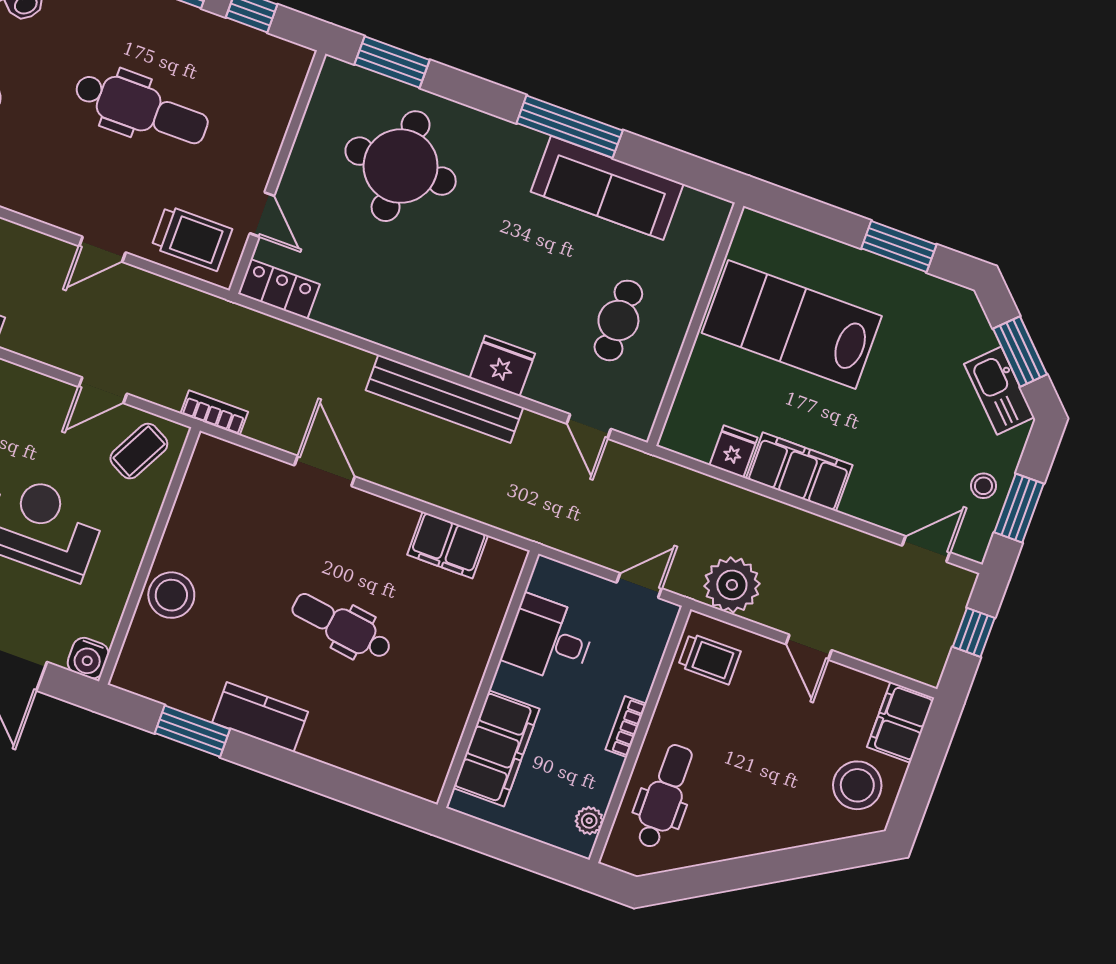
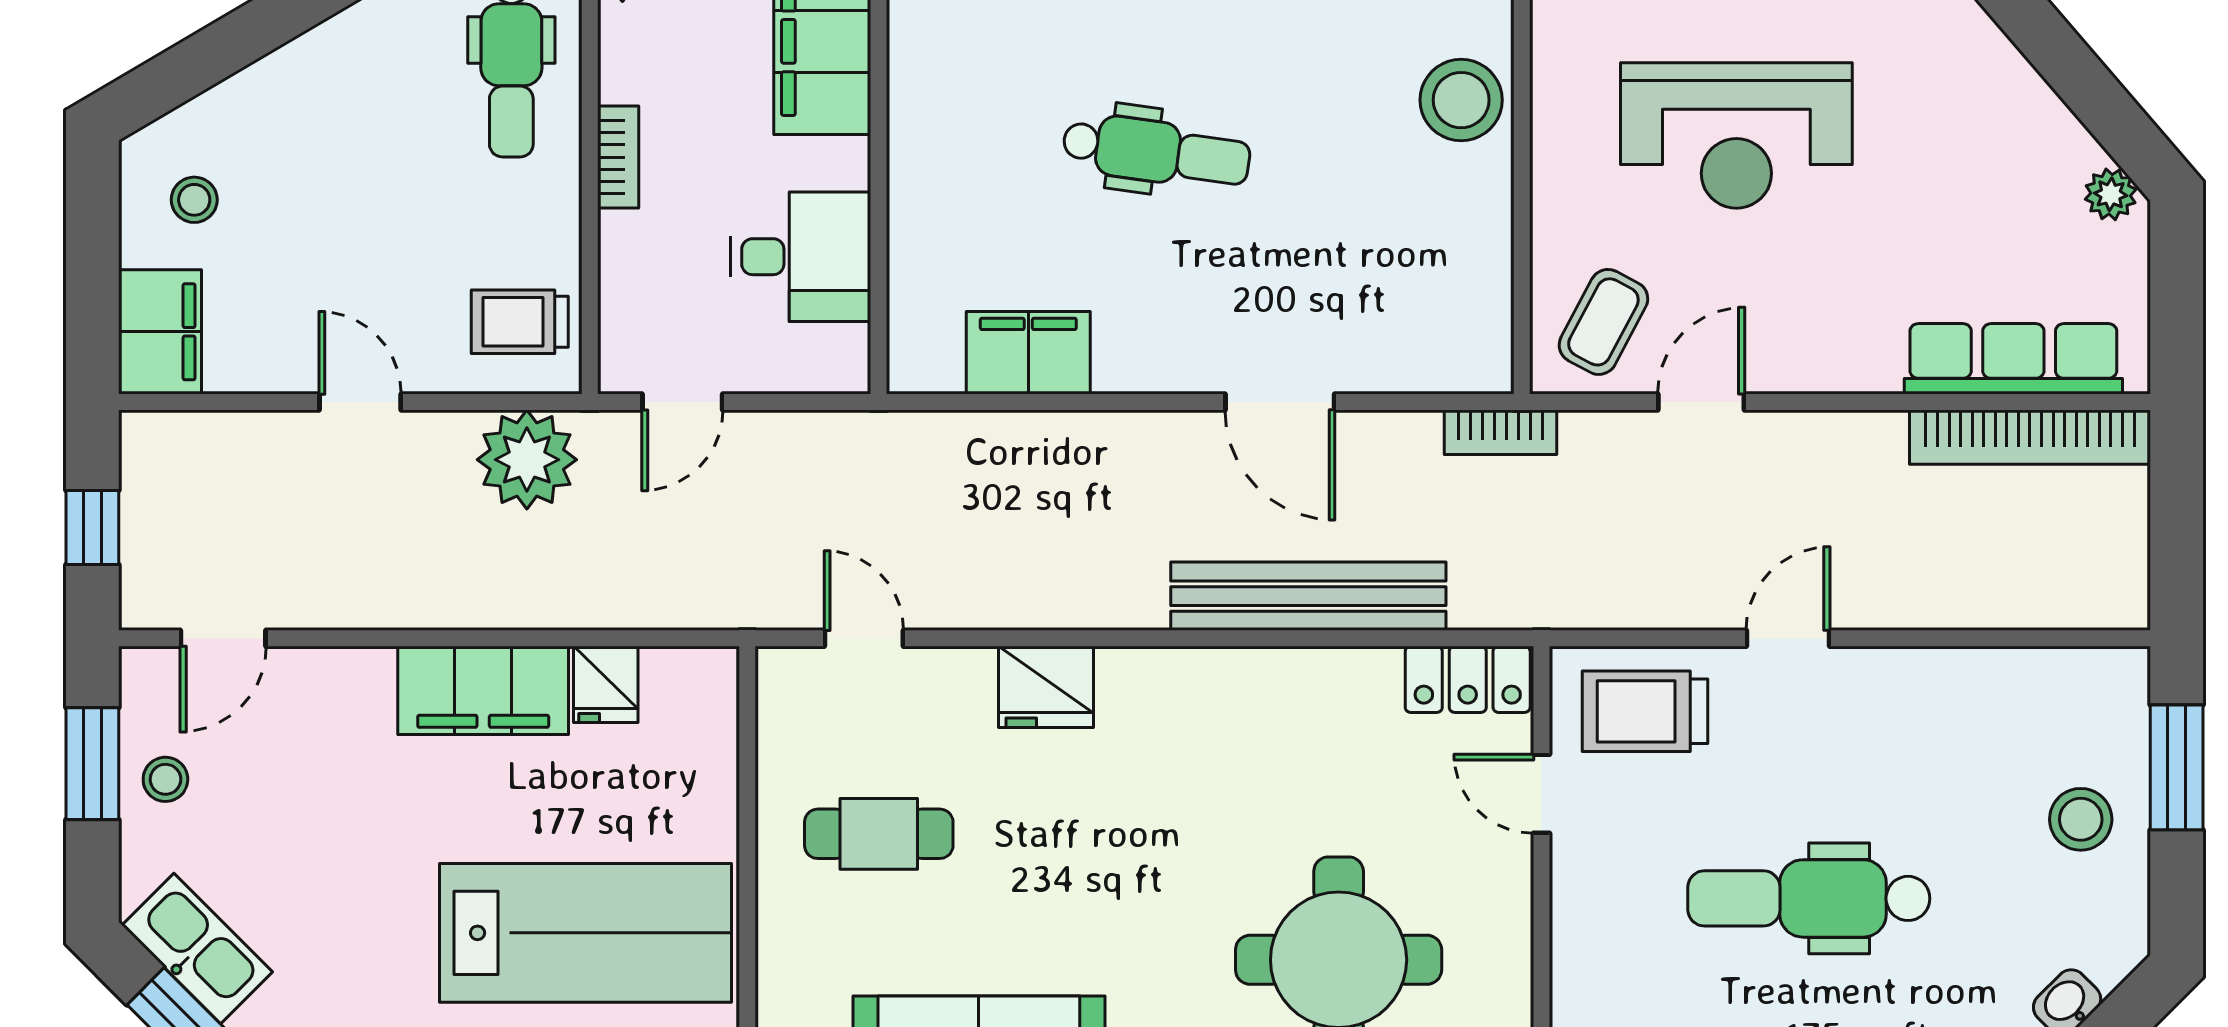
cafe table: (618, 320) -> (879, 834), turned 90
bench: (444, 399) -> (1308, 596), moved
stool: (857, 785) -> (194, 200), width x0.53, depth x0.53

